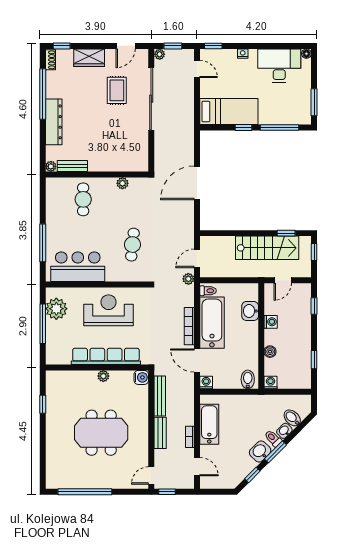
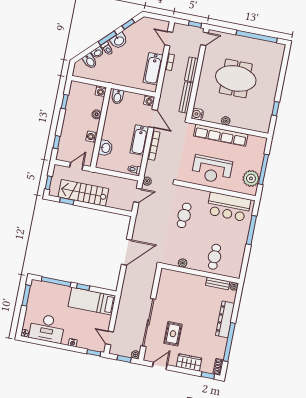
bathtub: (212, 323) -> (139, 140), width x0.73, depth x0.73

